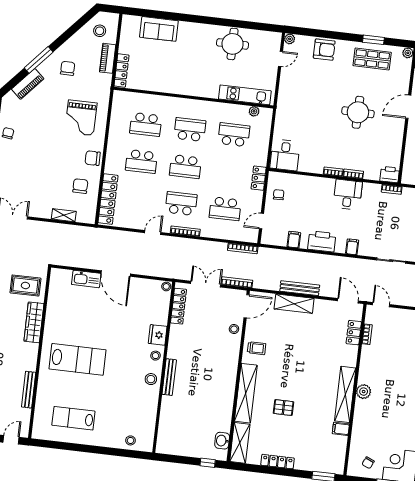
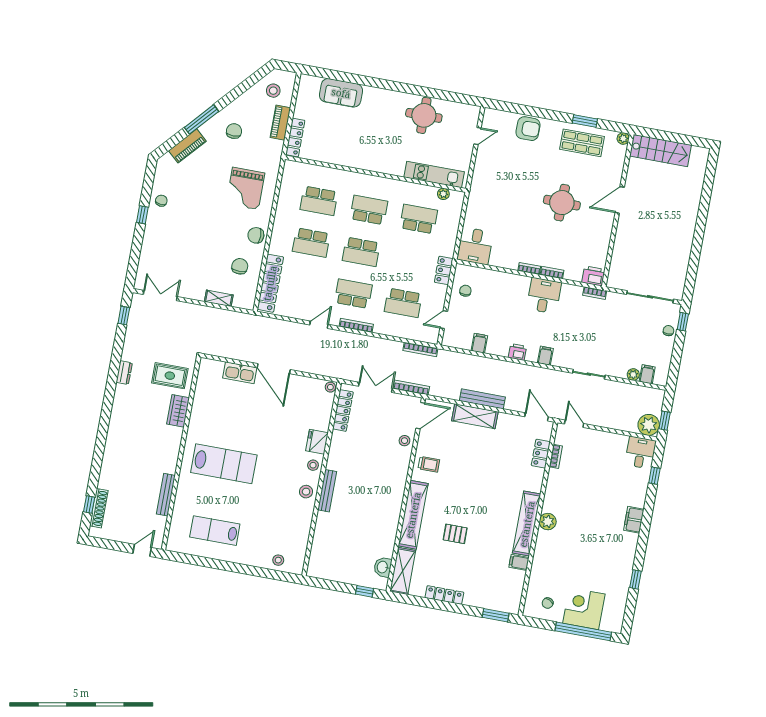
plant: (290, 39) -> (489, 114), removed
printer: (322, 241) -> (517, 352), width x0.53, depth x0.68
wardrobe: (34, 322) -> (178, 411), width x0.67

